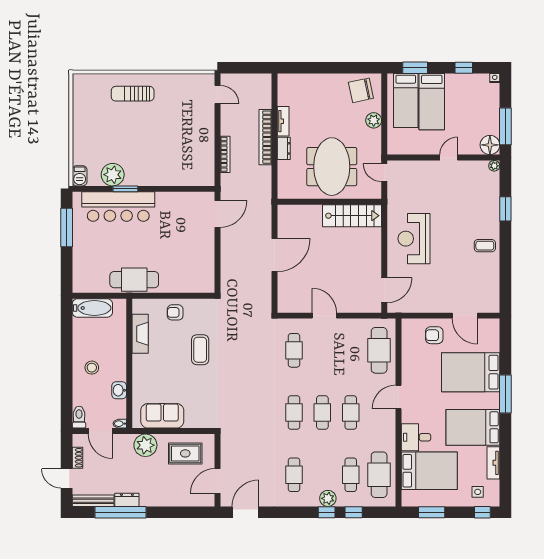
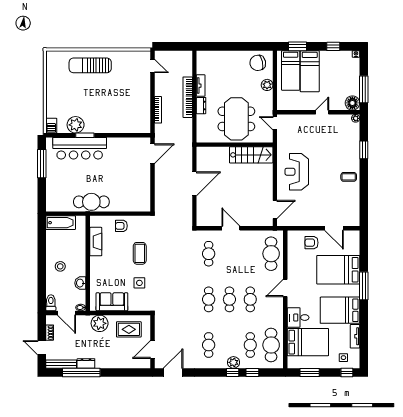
sun lounger: (133, 94) -> (90, 65), width x1.36, depth x1.34
side table: (200, 390) -> (139, 283), added

